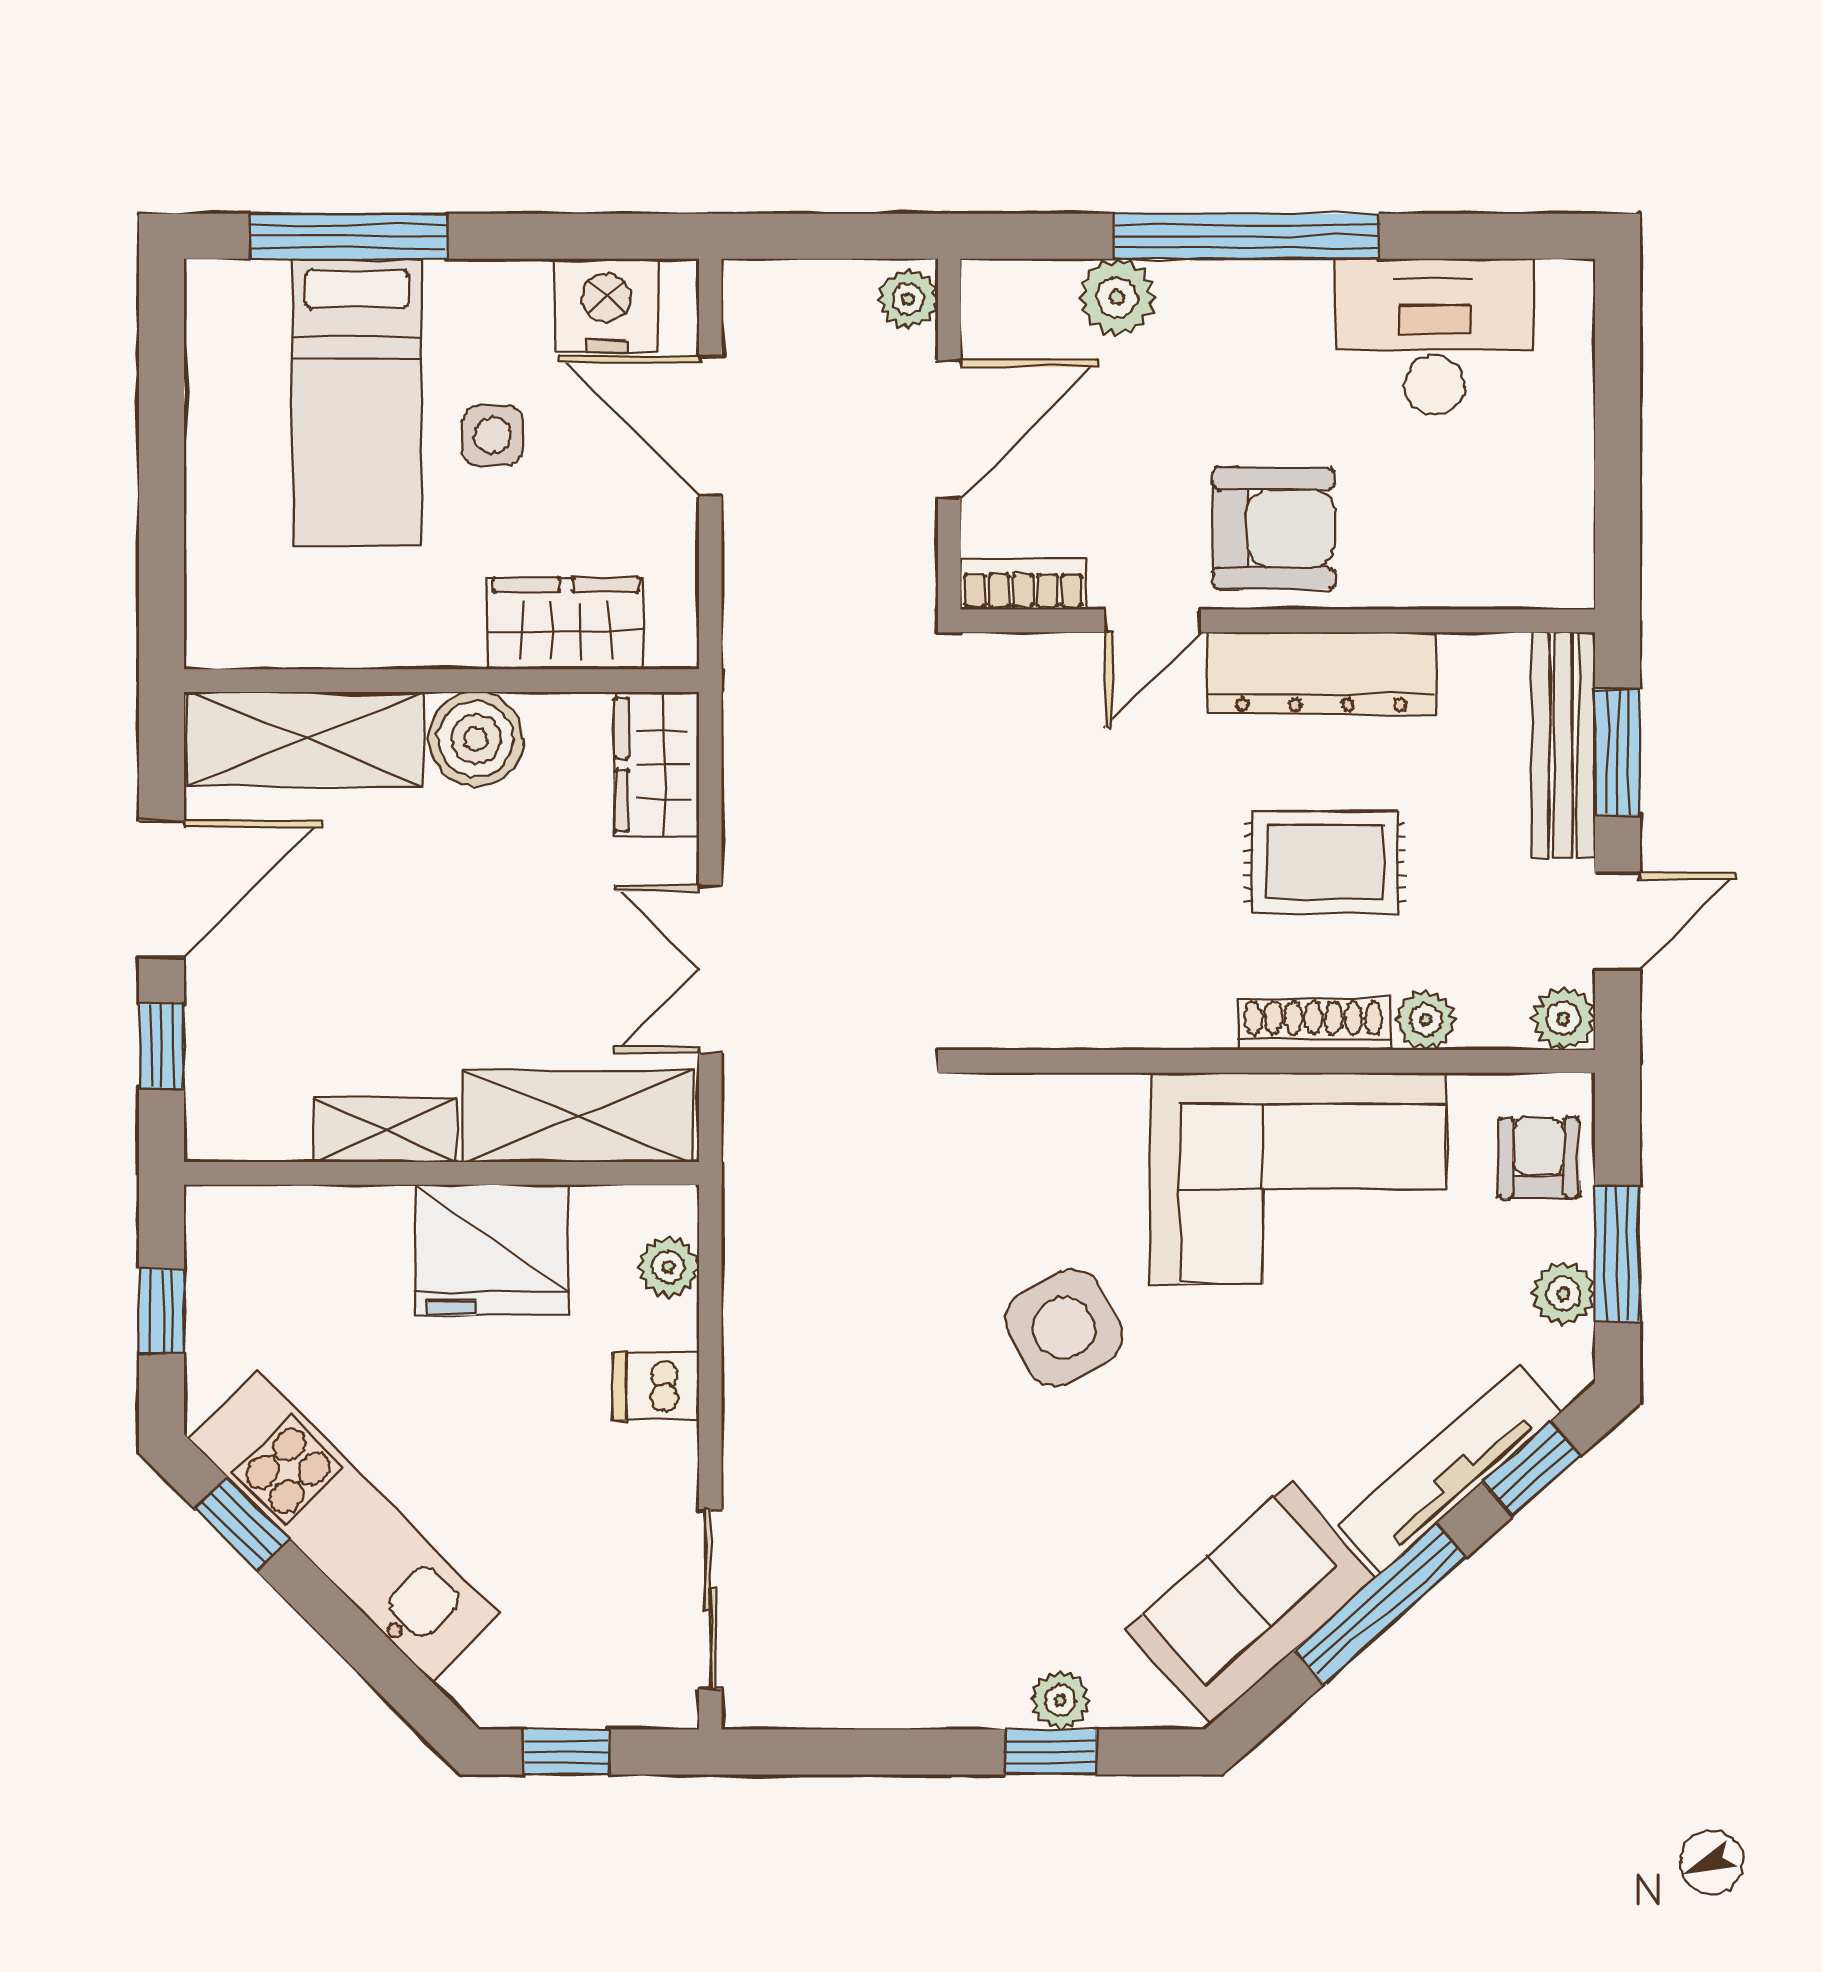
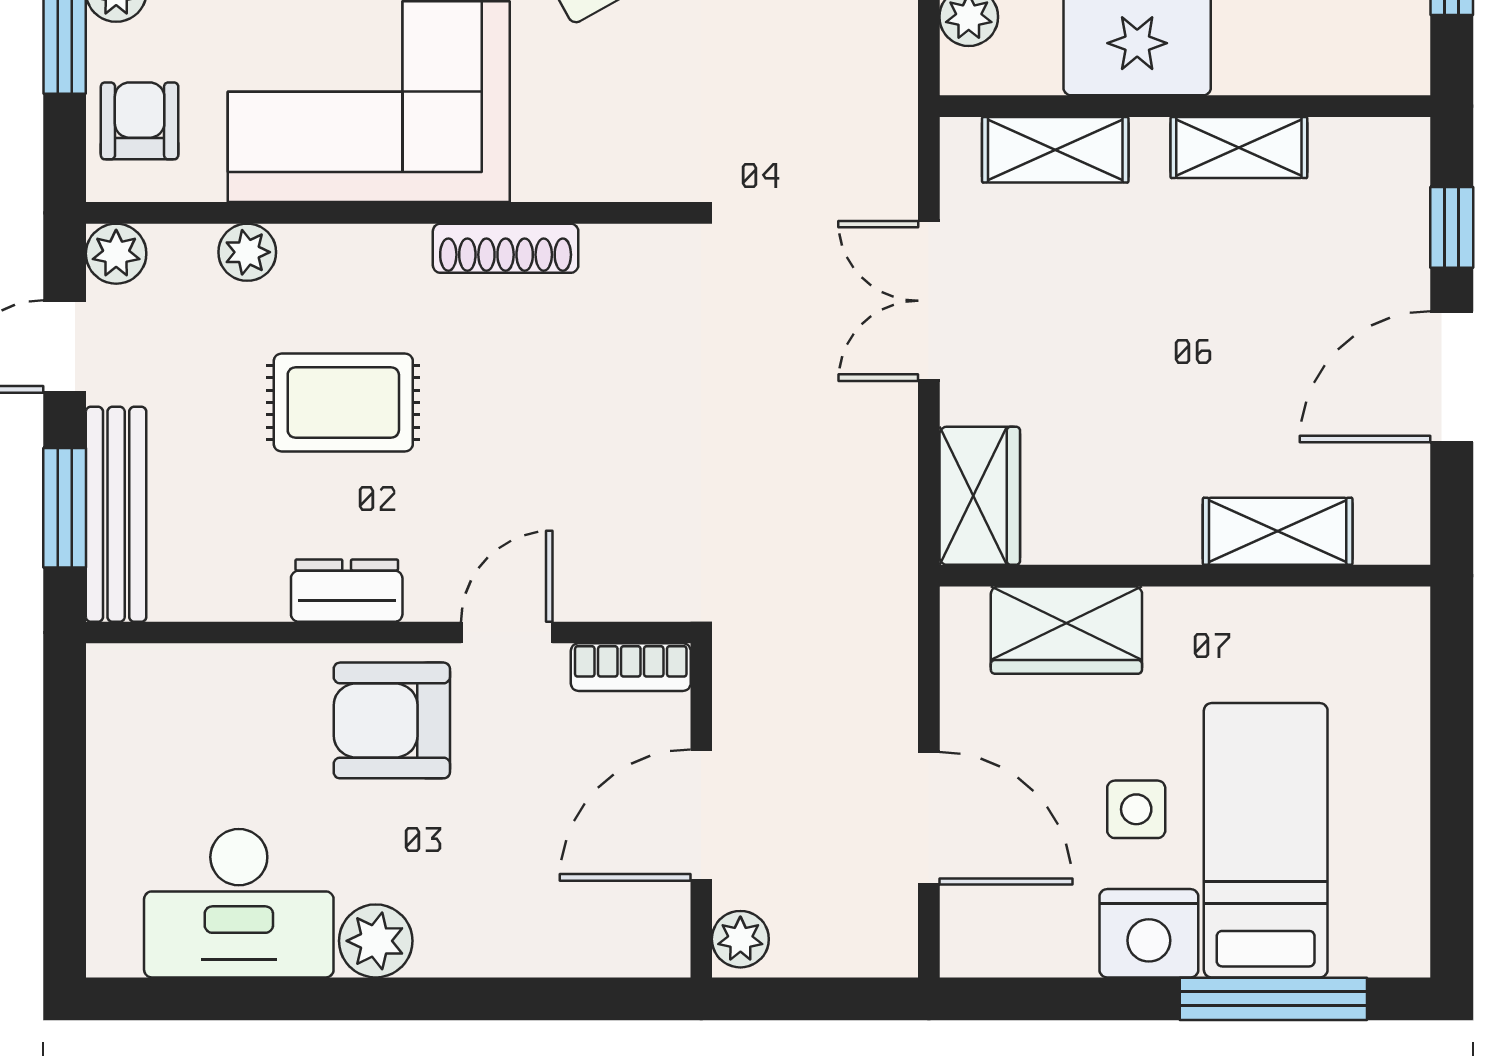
window: (1247, 236) -> (418, 999), removed
plant: (1117, 297) -> (376, 941), moved
nightstand: (606, 305) -> (1149, 933), moved
dresser: (1321, 673) -> (347, 591), width x0.51, depth x0.80
shelving: (305, 739) -> (1278, 531), width x0.67, depth x0.75
boiler: (476, 739) -> (1152, 520), removed
double door: (710, 969) -> (929, 301), swing flipped
shoe rack: (1313, 1024) -> (506, 248), moved
shelving: (578, 1116) -> (1055, 150), width x0.67, depth x0.75
armchair: (1539, 1158) -> (140, 121), turned 180

